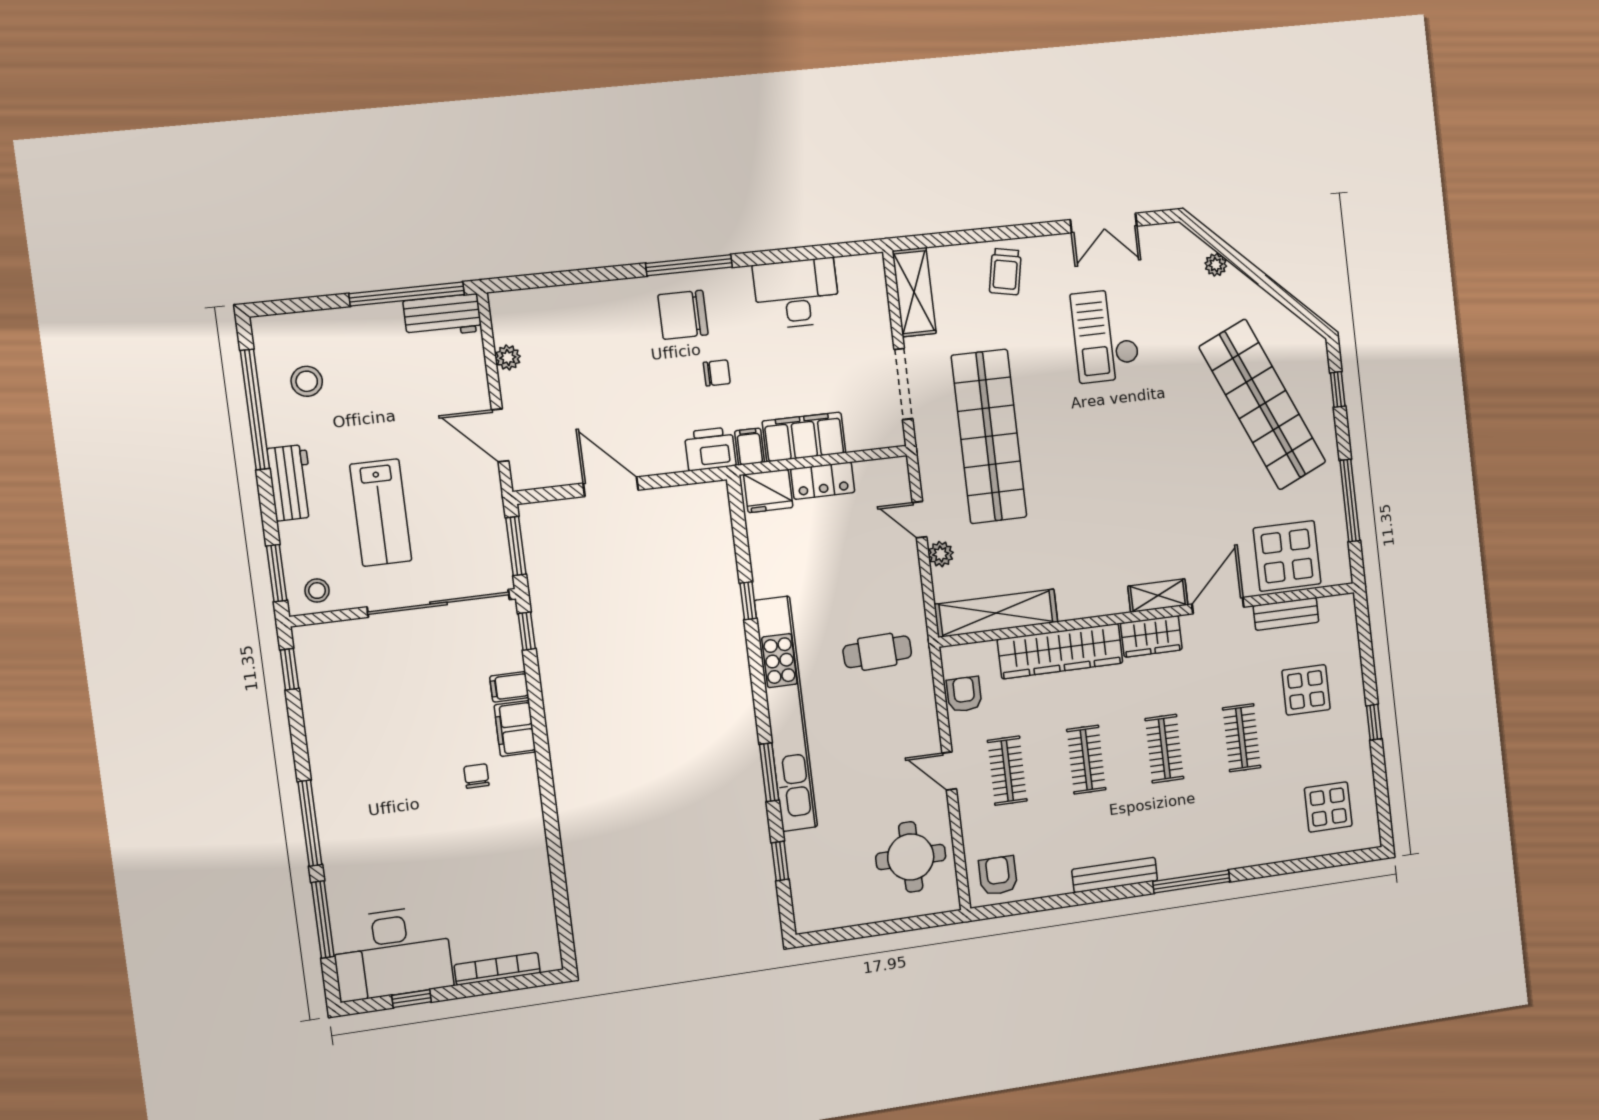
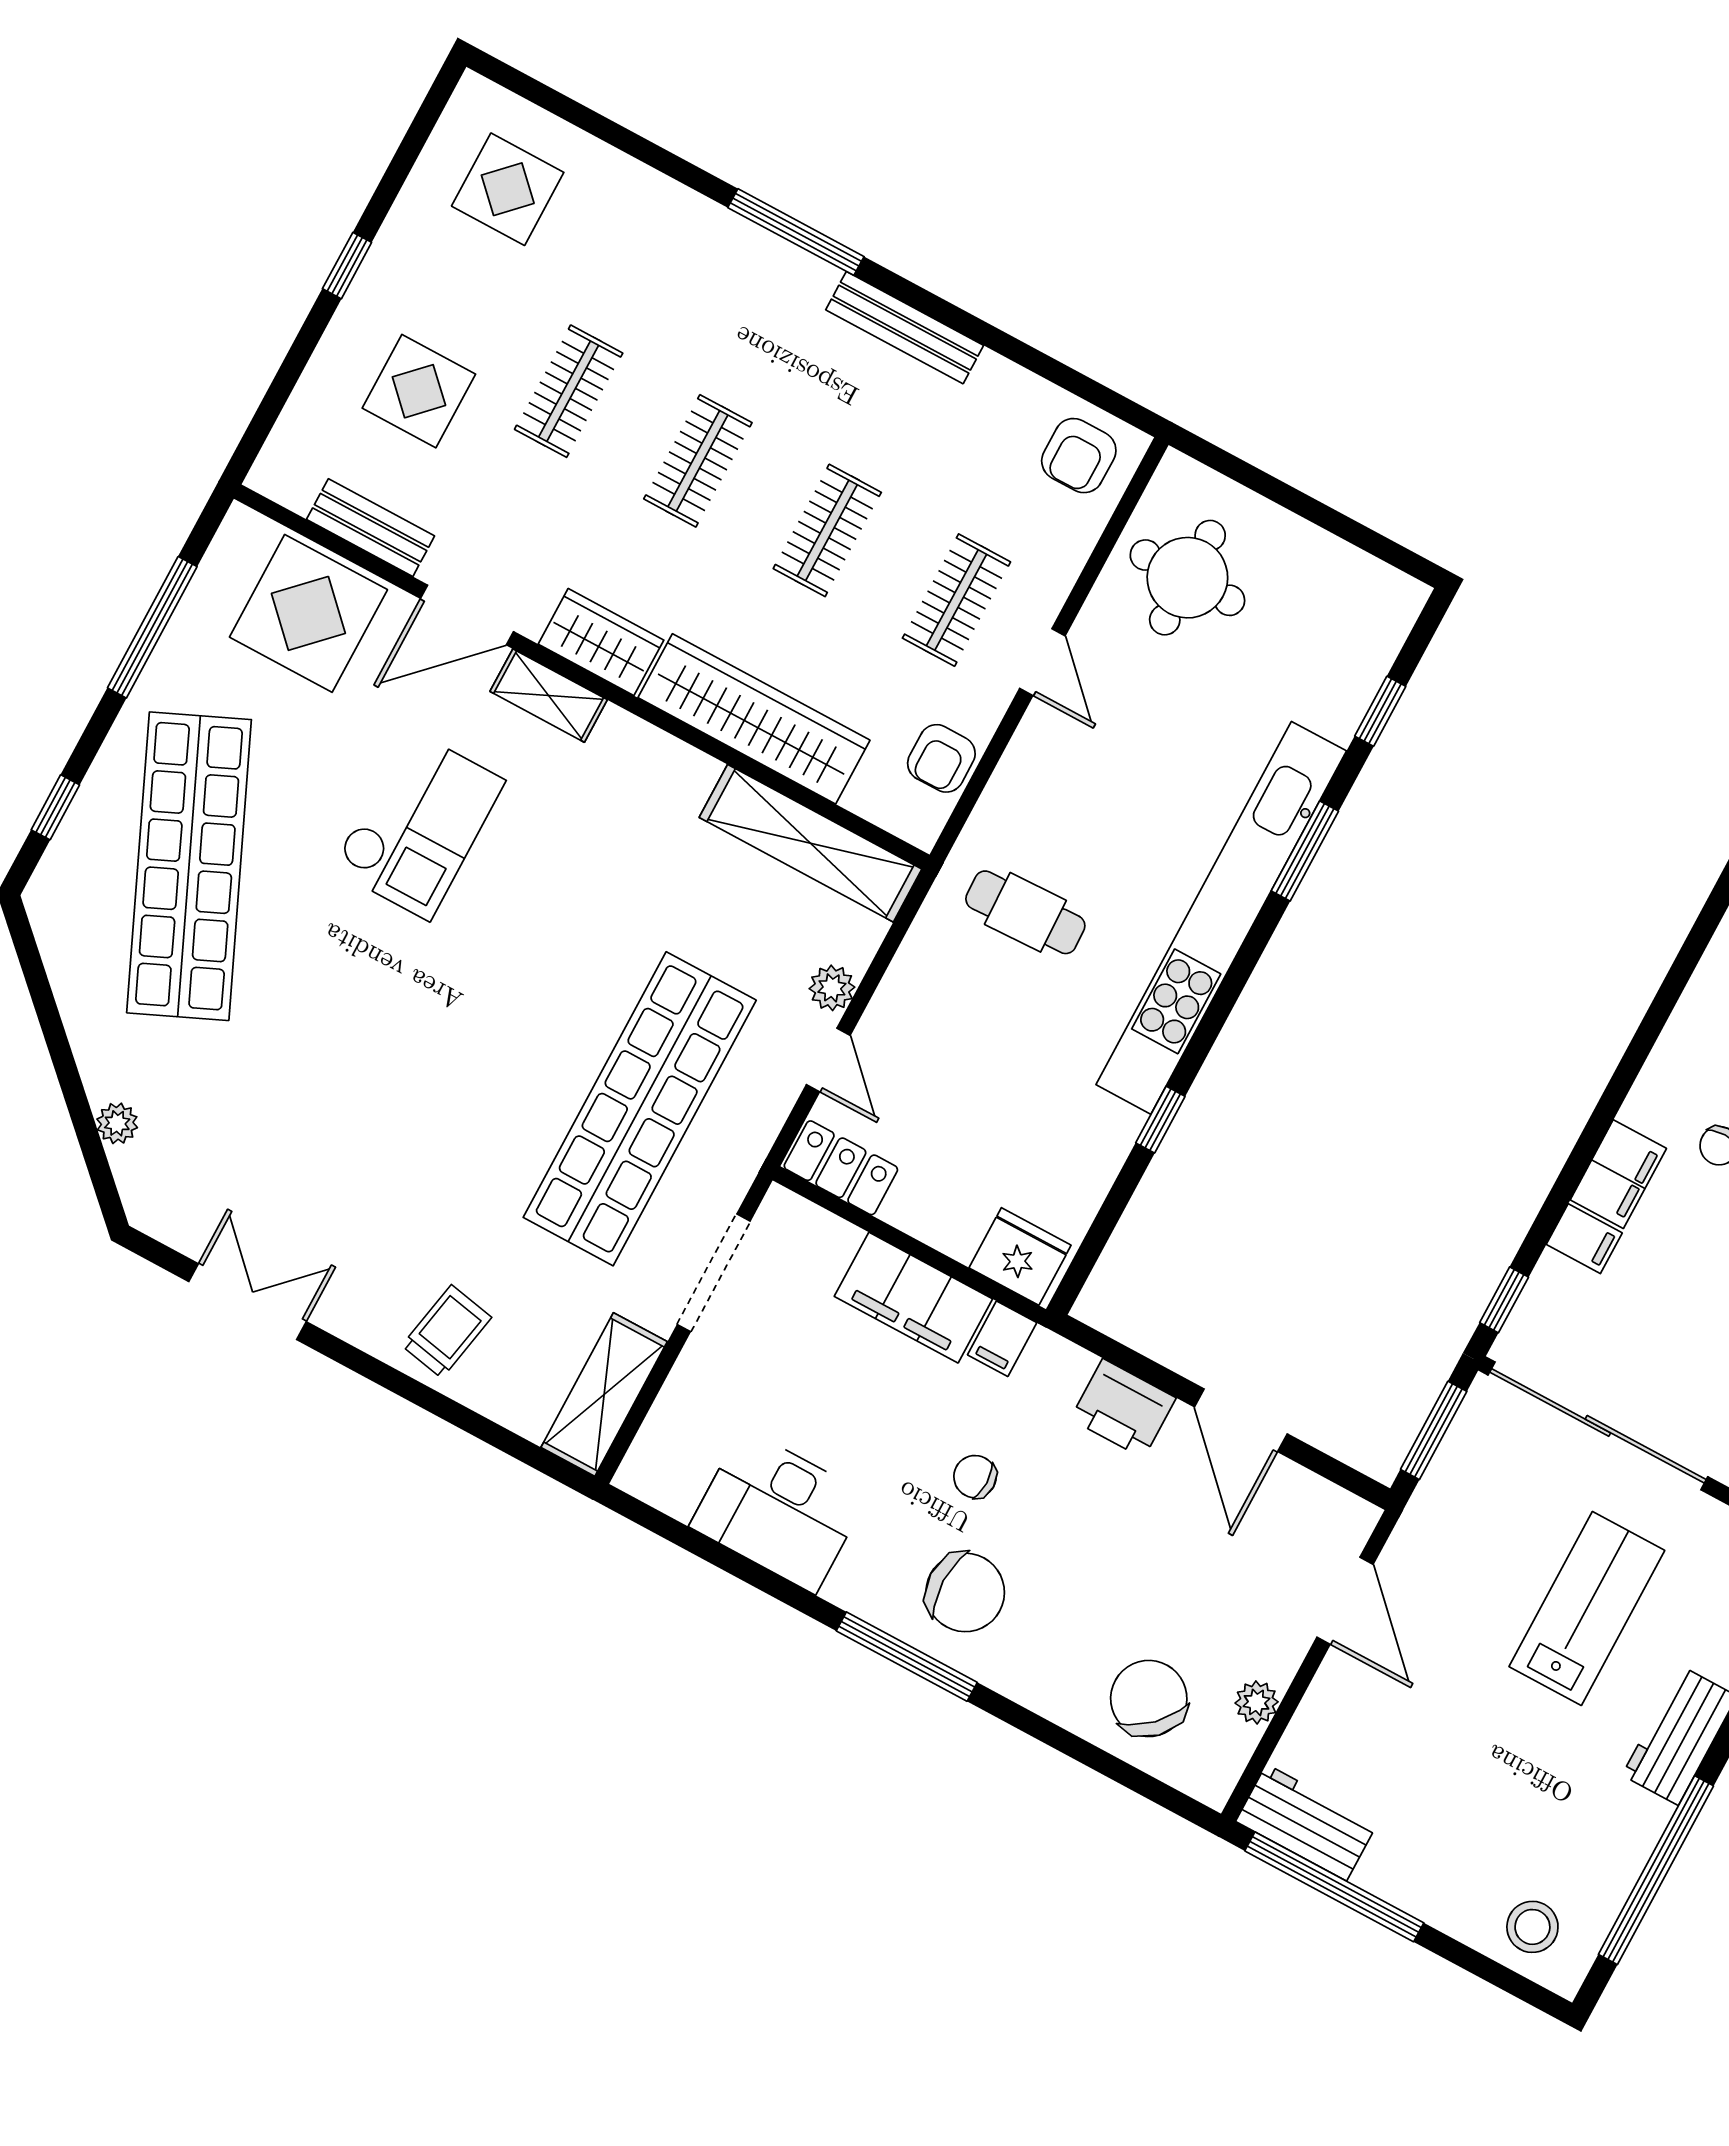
chair: (561, 324) -> (1149, 1698), added
checkout: (1105, 336) -> (418, 824), moved
stool: (307, 381) -> (1532, 1927), moved
printer: (710, 449) -> (1123, 1408), moved
locker: (823, 481) -> (841, 1168), moved

